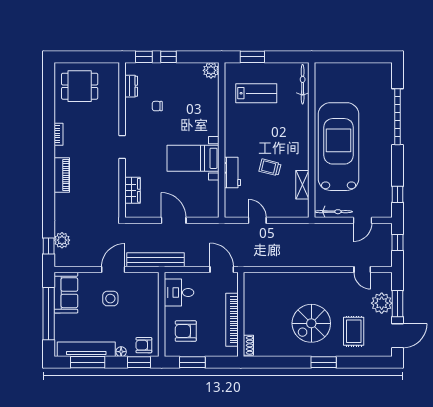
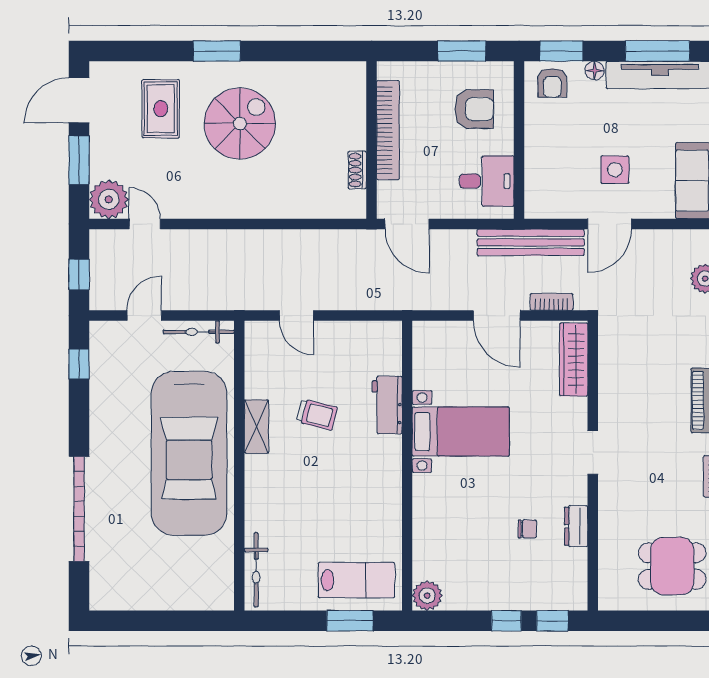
dresser: (131, 86) -> (576, 526), moved
lab bench: (256, 93) -> (356, 580), moved, turned 180
shelving: (302, 185) -> (256, 427), moved
wardrobe: (132, 190) -> (574, 360), width x1.50
door: (257, 220) -> (296, 316), moved
bookcase: (144, 228) -> (552, 302), added
plant: (382, 303) -> (109, 199), moved
armchair: (144, 345) -> (552, 83), turned 90
shoe rack: (248, 345) -> (357, 170), moved

